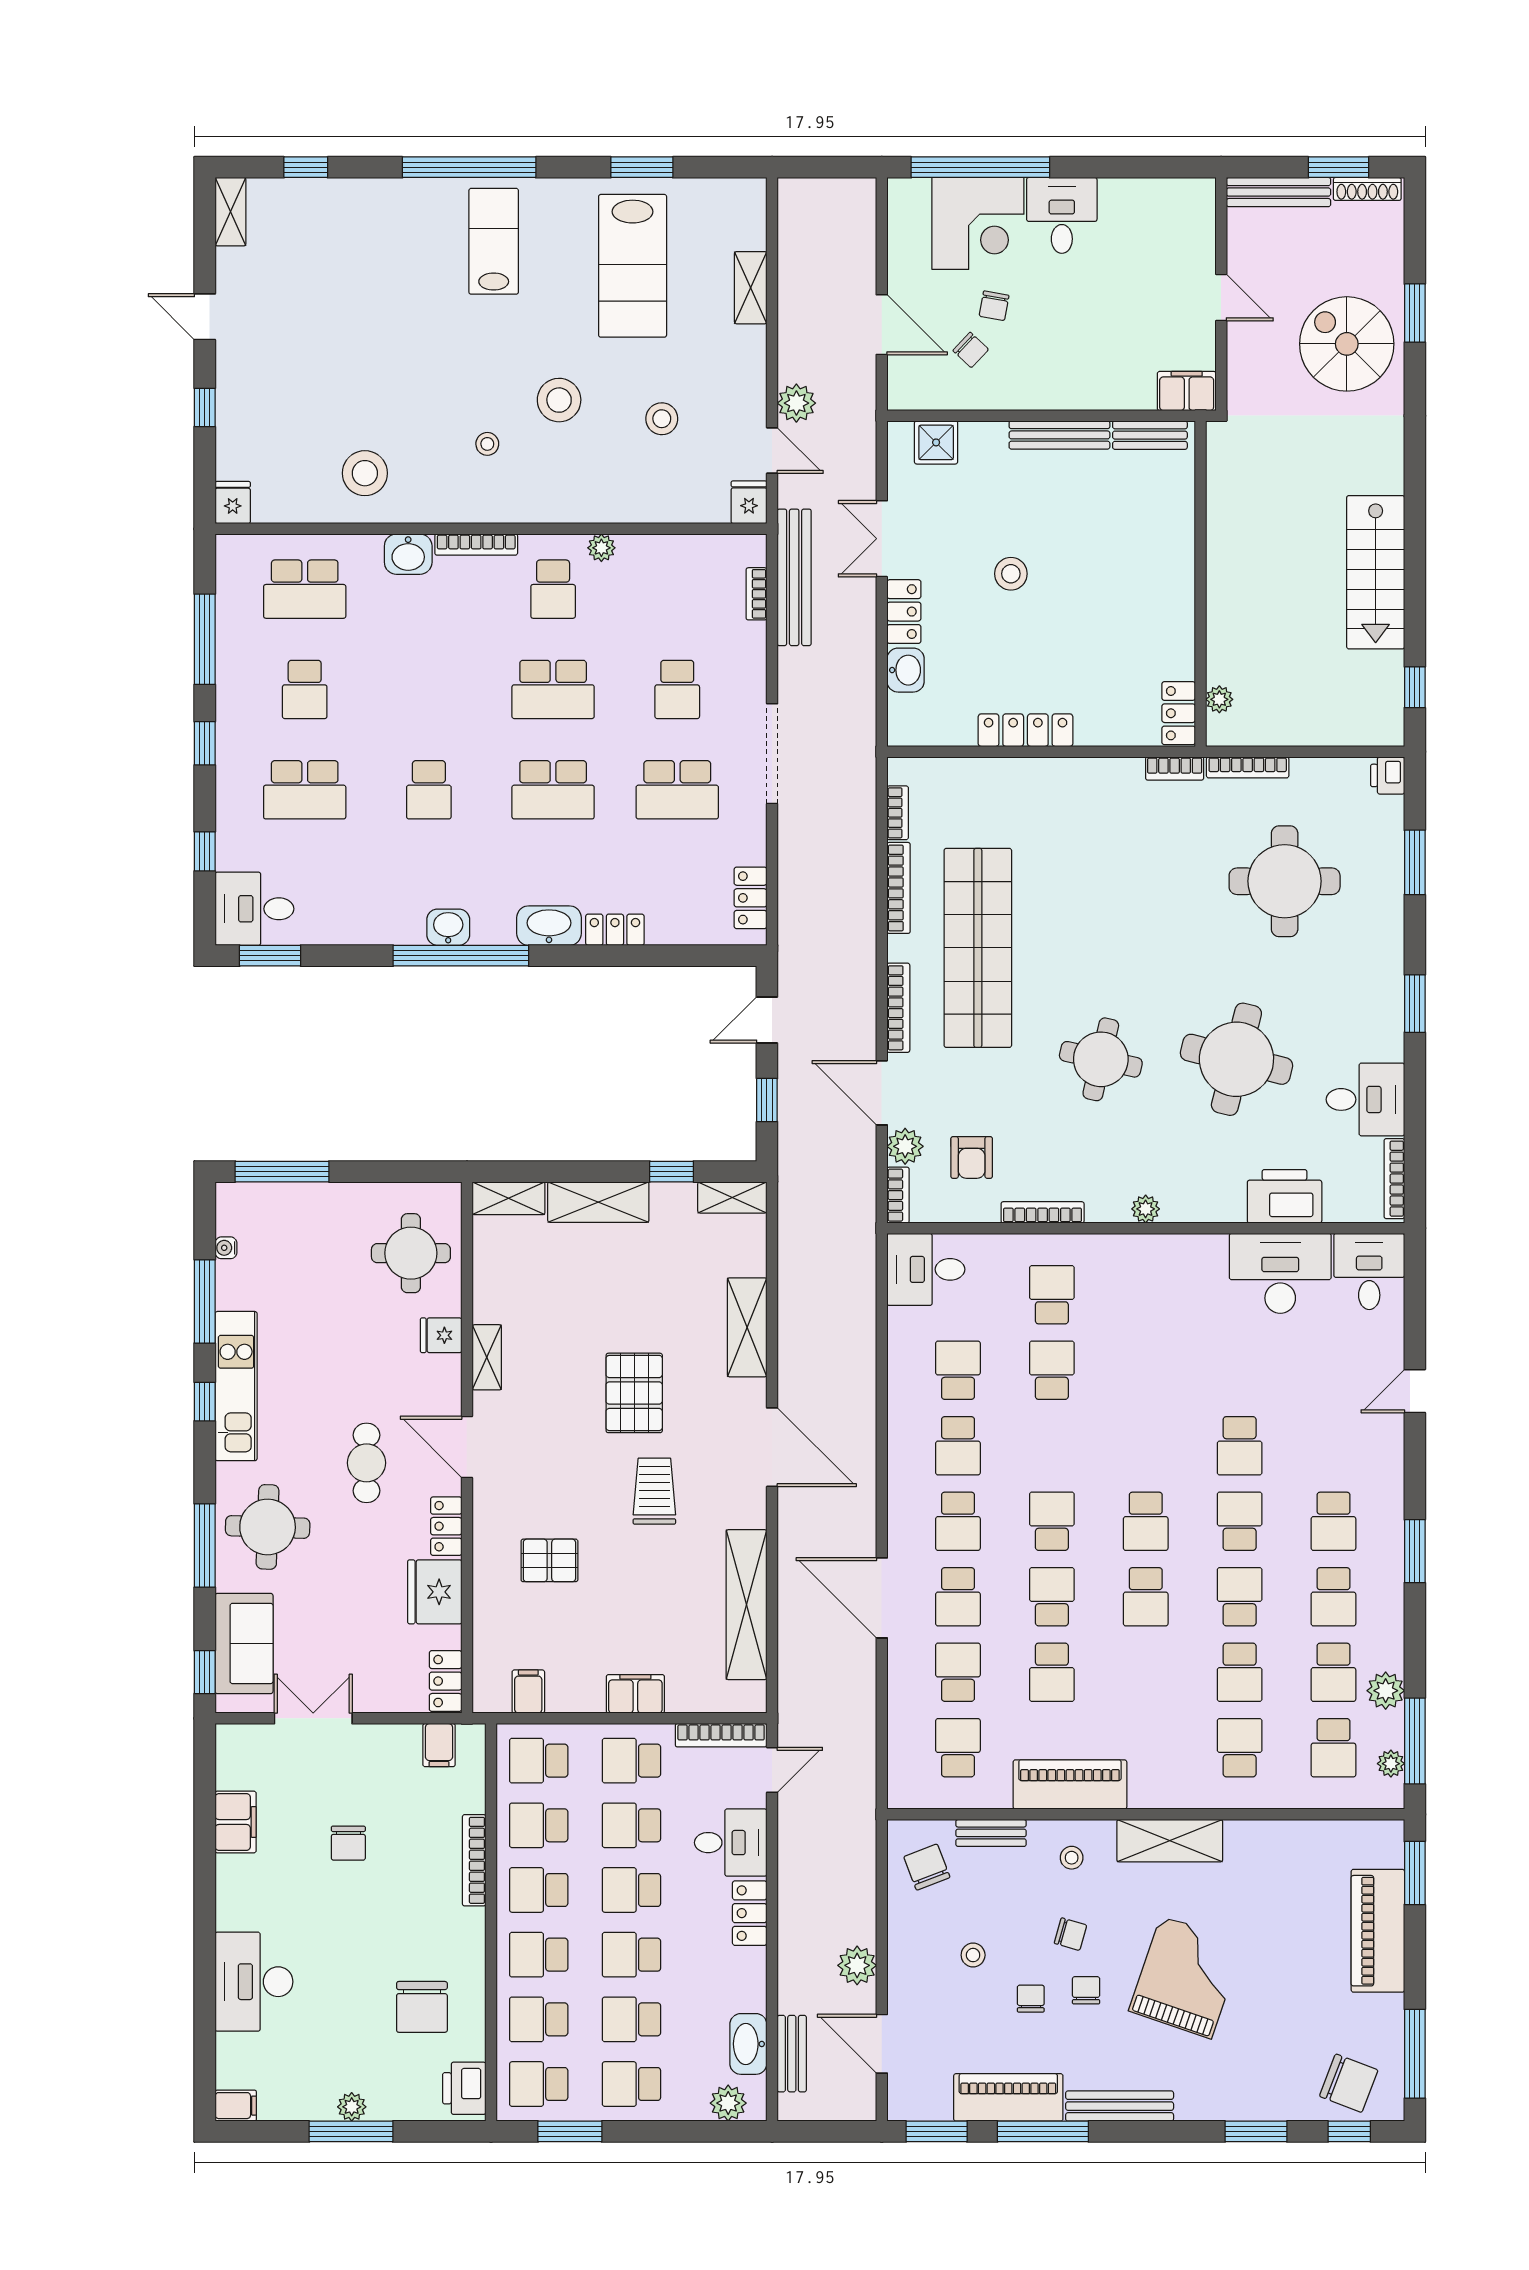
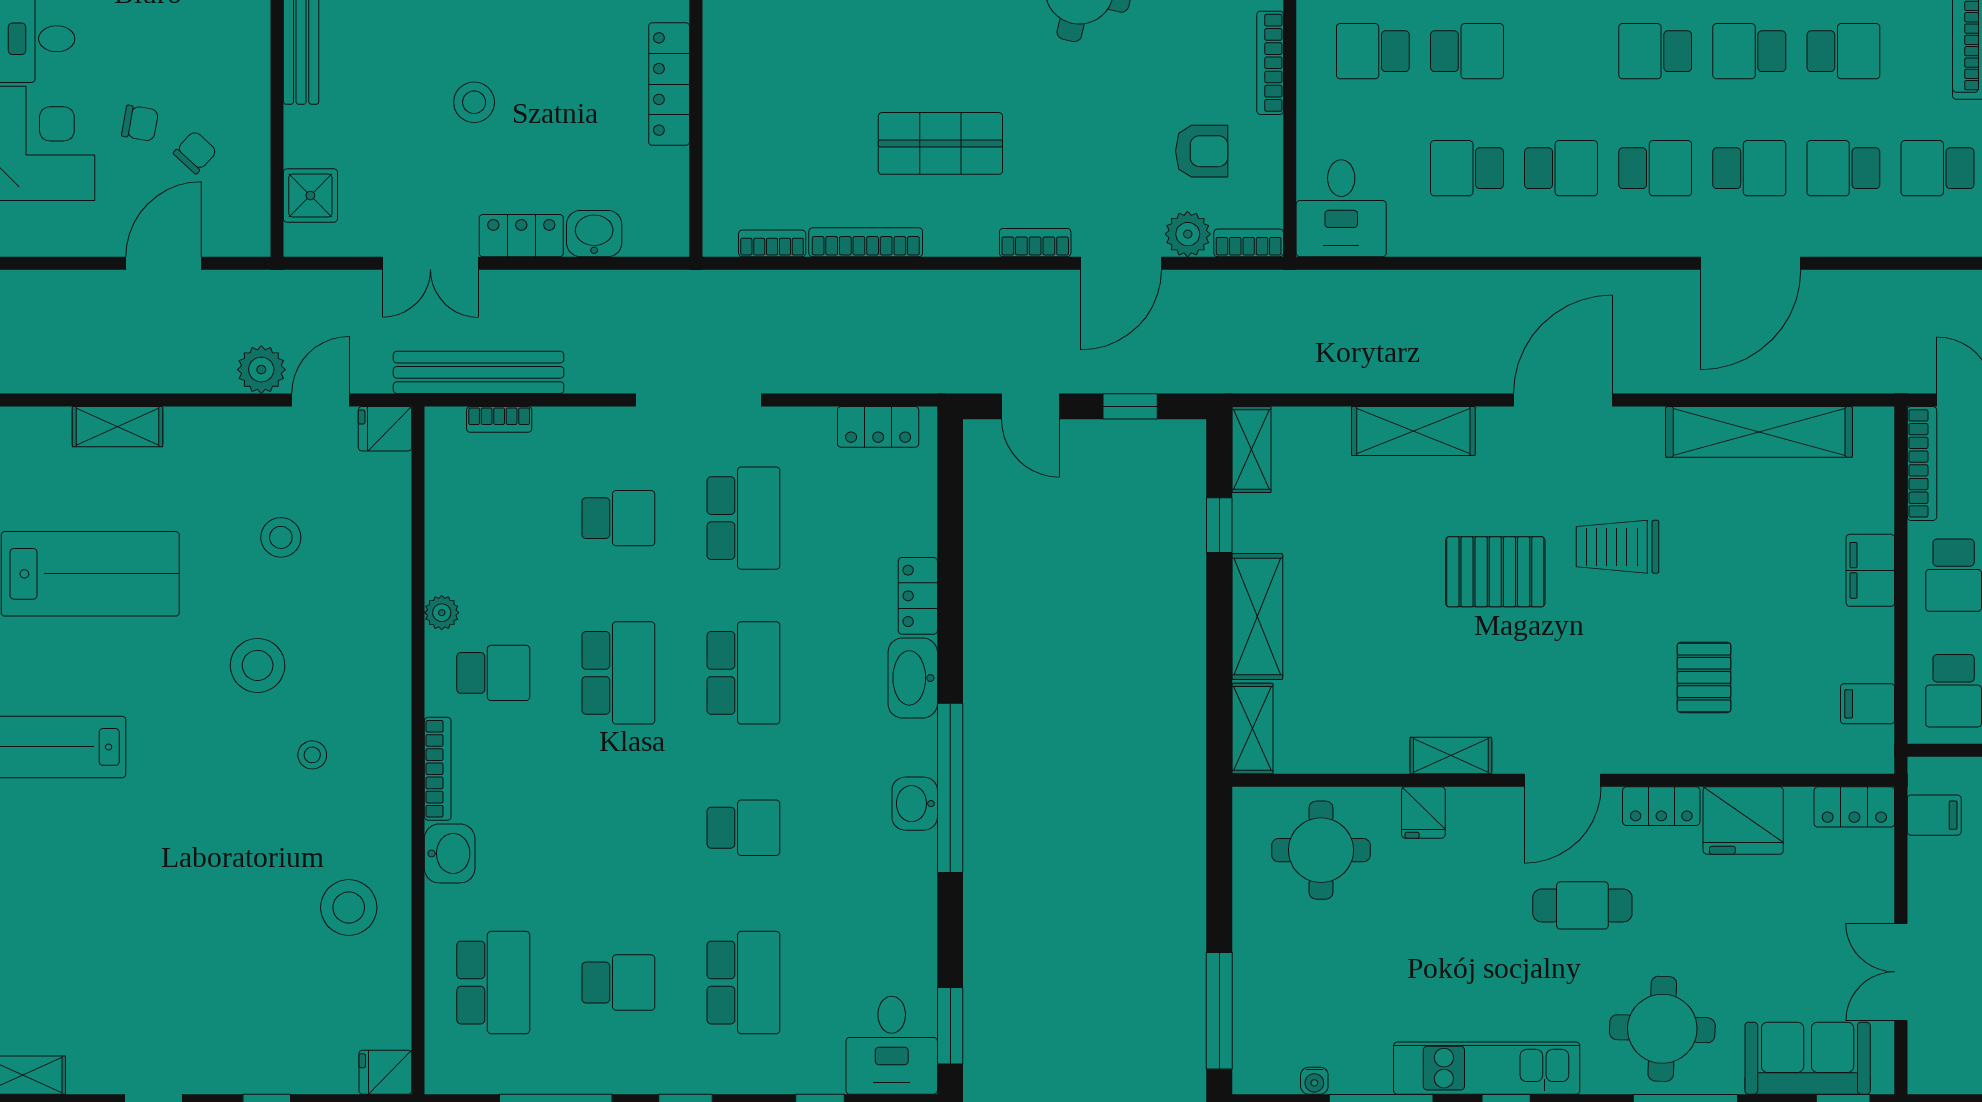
shop shelf: (978, 948) -> (940, 143), width x0.50, depth x0.74
bookcase: (898, 1008) -> (1035, 243), width x0.64
school desk: (1052, 1370) -> (1467, 51), turned 180

